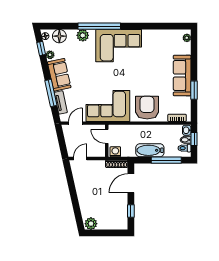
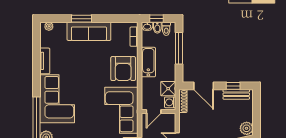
tv unit: (154, 34) -> (45, 61), added
window: (194, 90) -> (82, 19), moved
armchair: (147, 108) -> (123, 69), turned -90
shower: (128, 150) -> (168, 89), added
bathtub: (150, 150) -> (148, 62), moved, turned 180
bench: (123, 214) -> (236, 94), added

